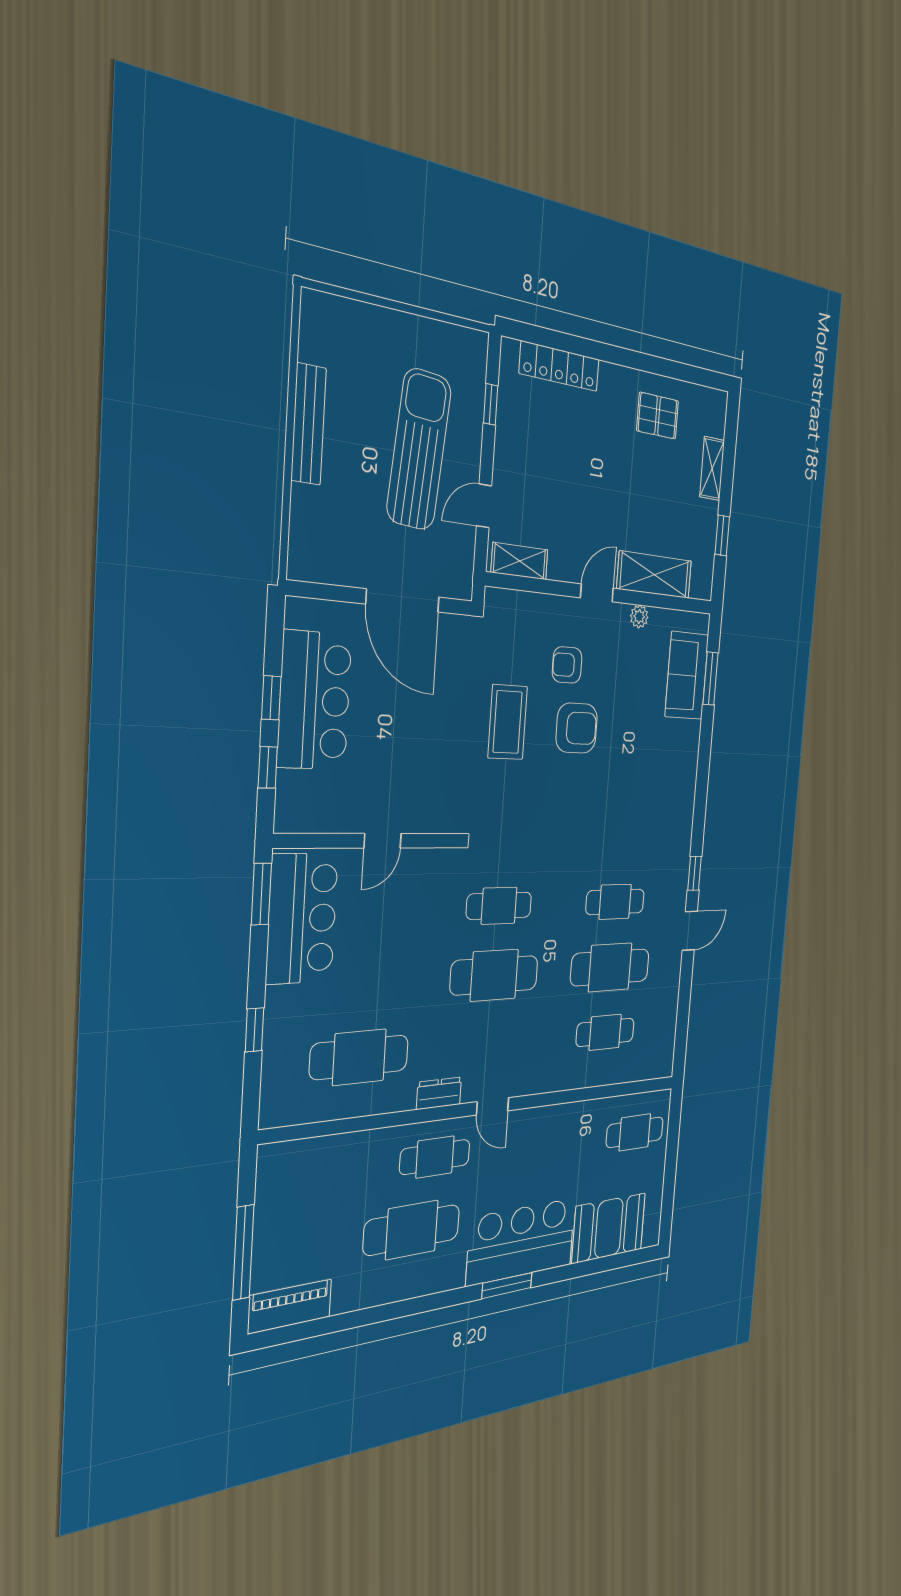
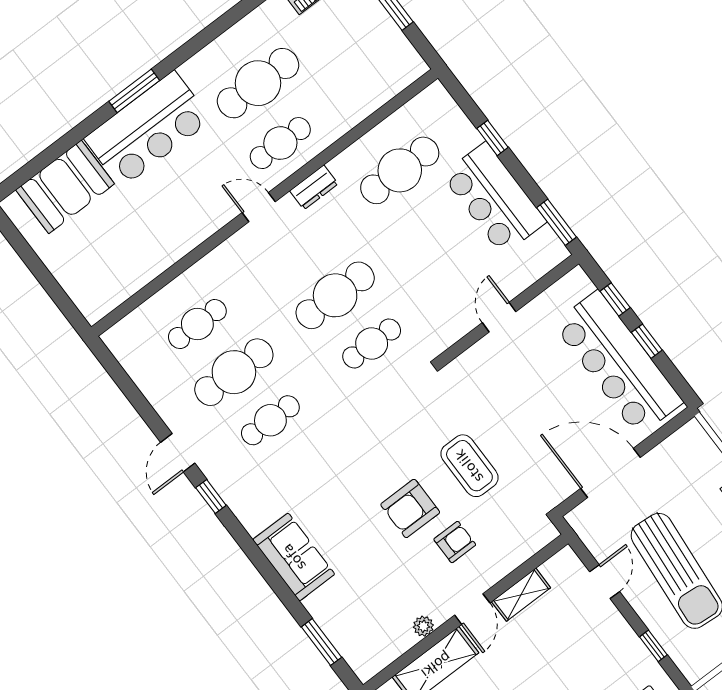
shelving: (520, 561) -> (521, 595), moved
sofa: (687, 676) -> (294, 557), moved
bar counter: (314, 701) -> (618, 363), width x1.36
bar counter: (302, 918) -> (494, 198), moved
cafe table: (635, 1132) -> (101, 272), removed

